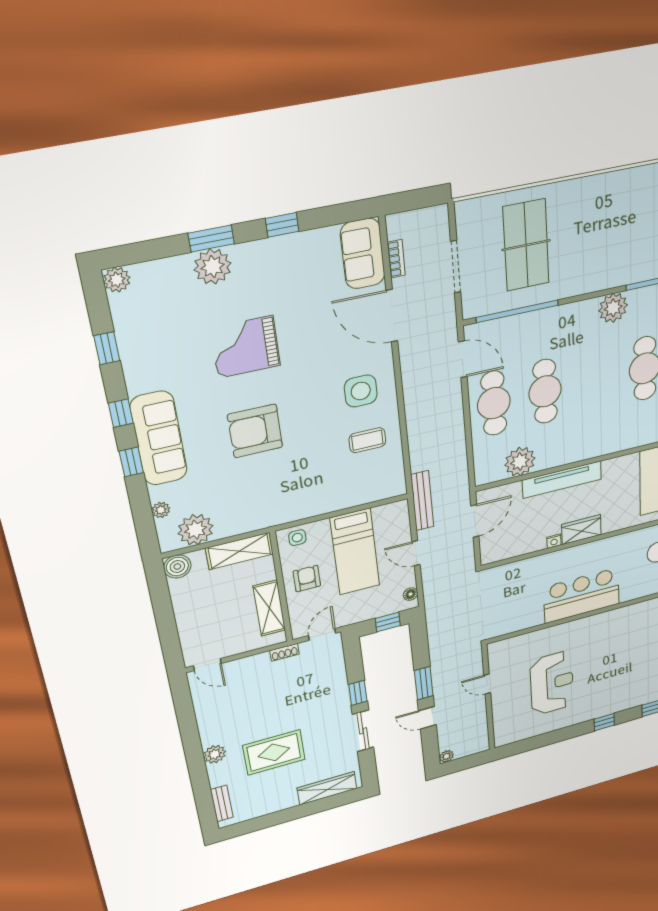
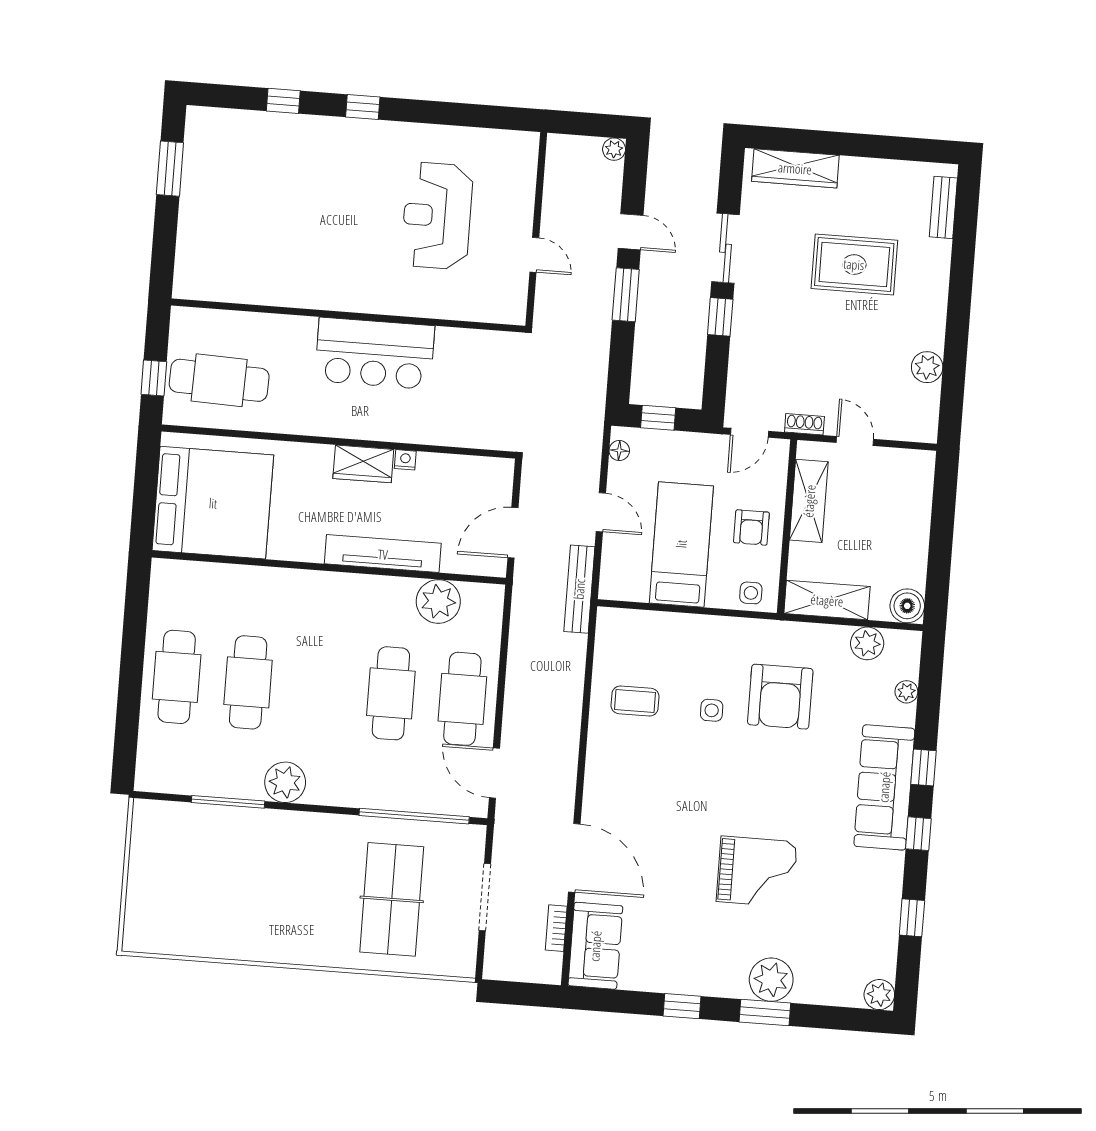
side table: (361, 391) -> (712, 710), moved, width x0.54, depth x0.54
armchair: (255, 431) -> (780, 697), moved, turned 90
plant: (195, 530) -> (867, 643), width x0.73, depth x0.73
door: (207, 665) -> (855, 441), moved
plant: (215, 754) -> (927, 367), moved

